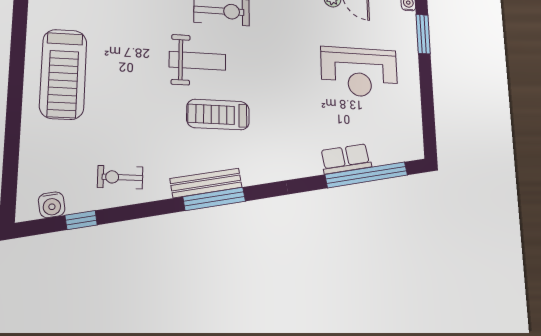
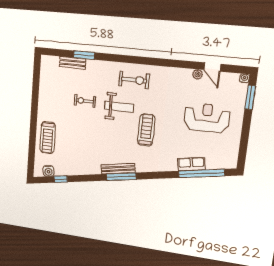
reception desk: (359, 72) -> (207, 118), turned 180
treadmill: (63, 74) -> (48, 138), moved, width x0.73, depth x0.73
treadmill: (218, 115) -> (146, 130), moved, turned 90
exercise bike: (120, 177) -> (85, 101), moved

